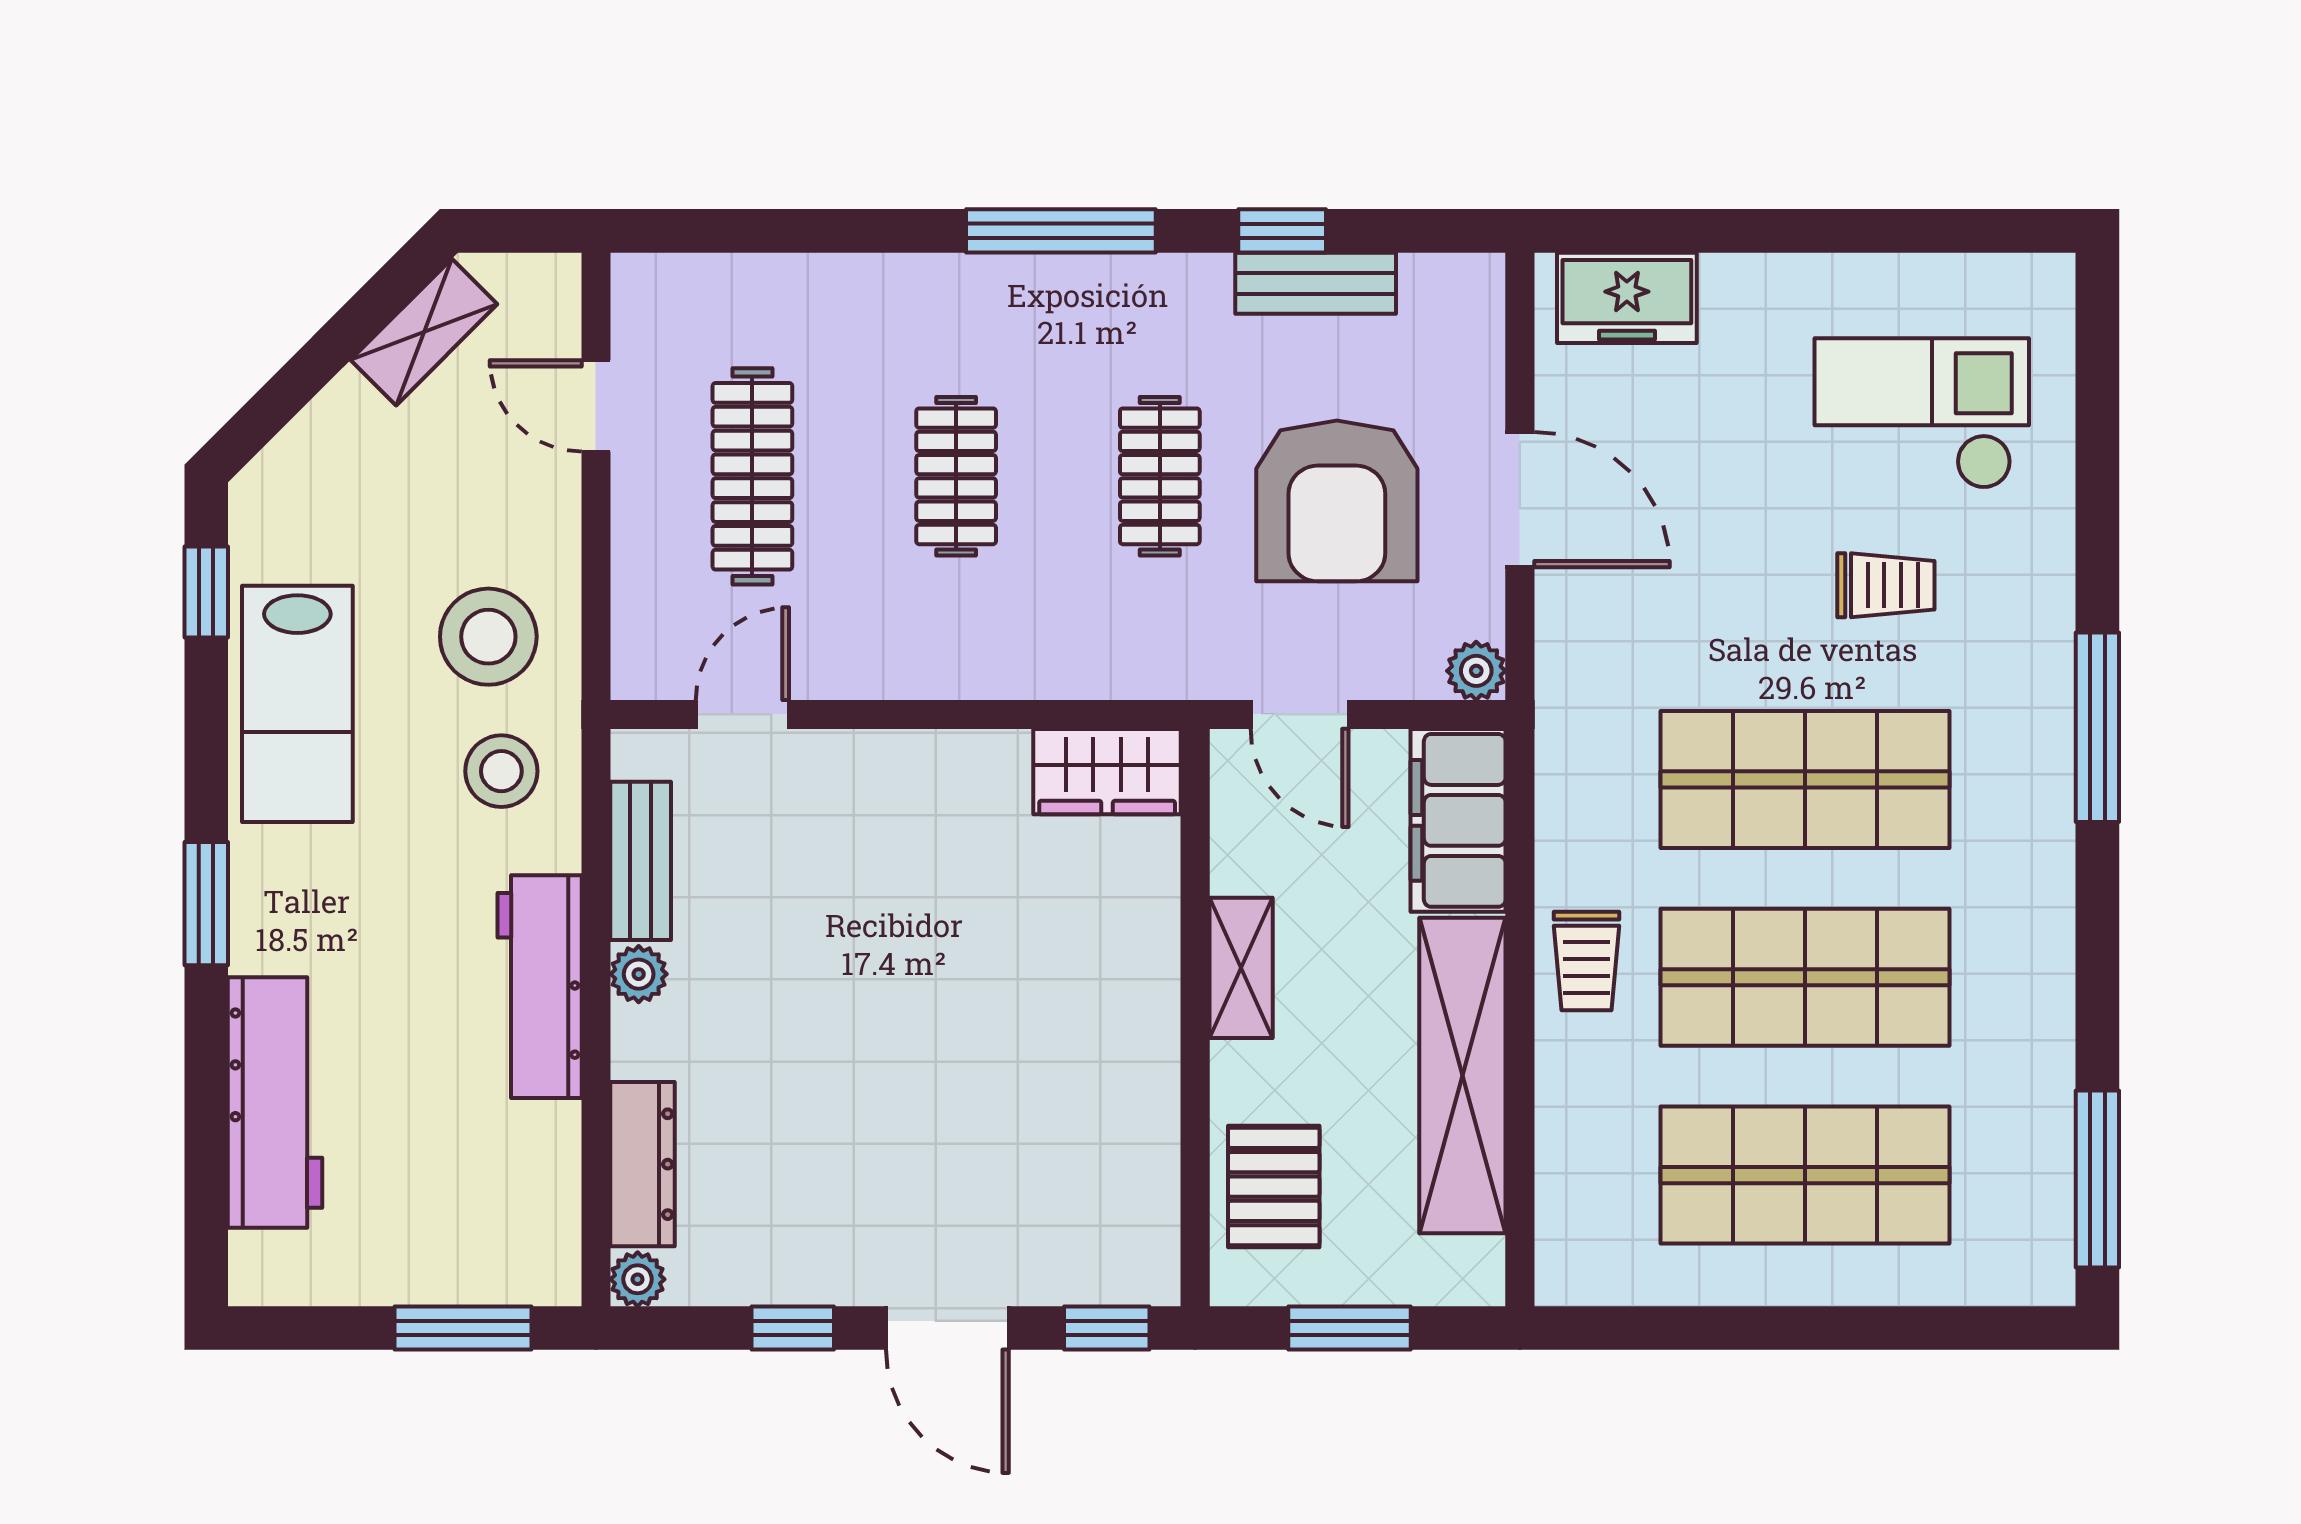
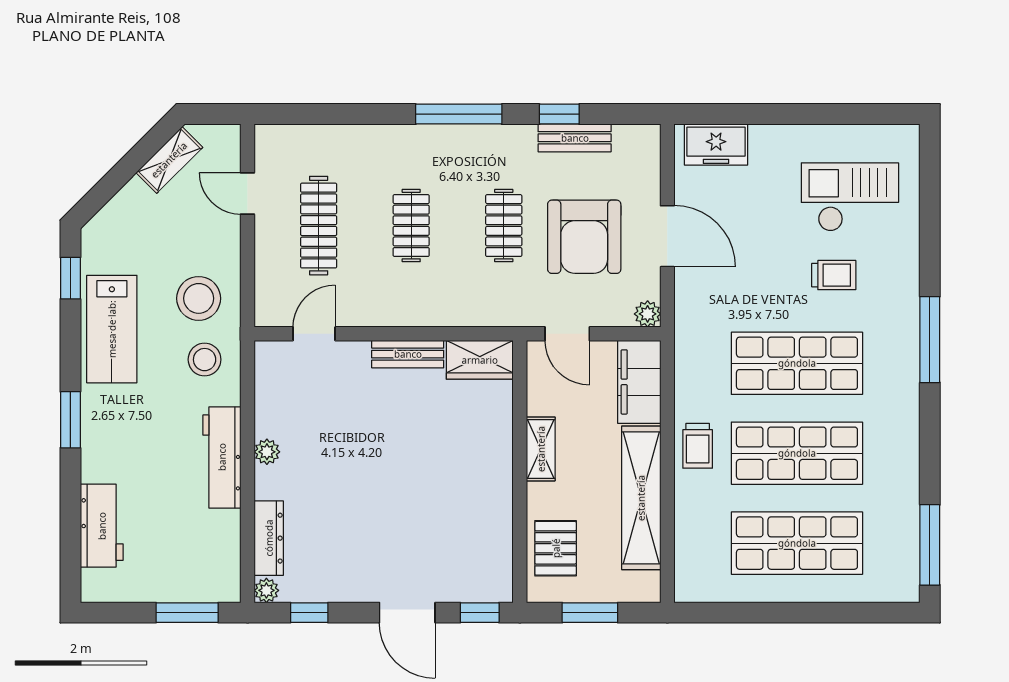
bench: (641, 861) -> (408, 354), moved, turned 90
workbench: (275, 1102) -> (102, 526), width x0.73
window: (793, 1328) -> (309, 613), moved

